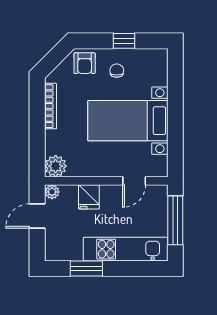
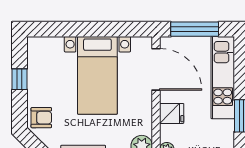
chair: (117, 71) -> (49, 86), removed
door: (134, 181) -> (156, 69), width x1.87

